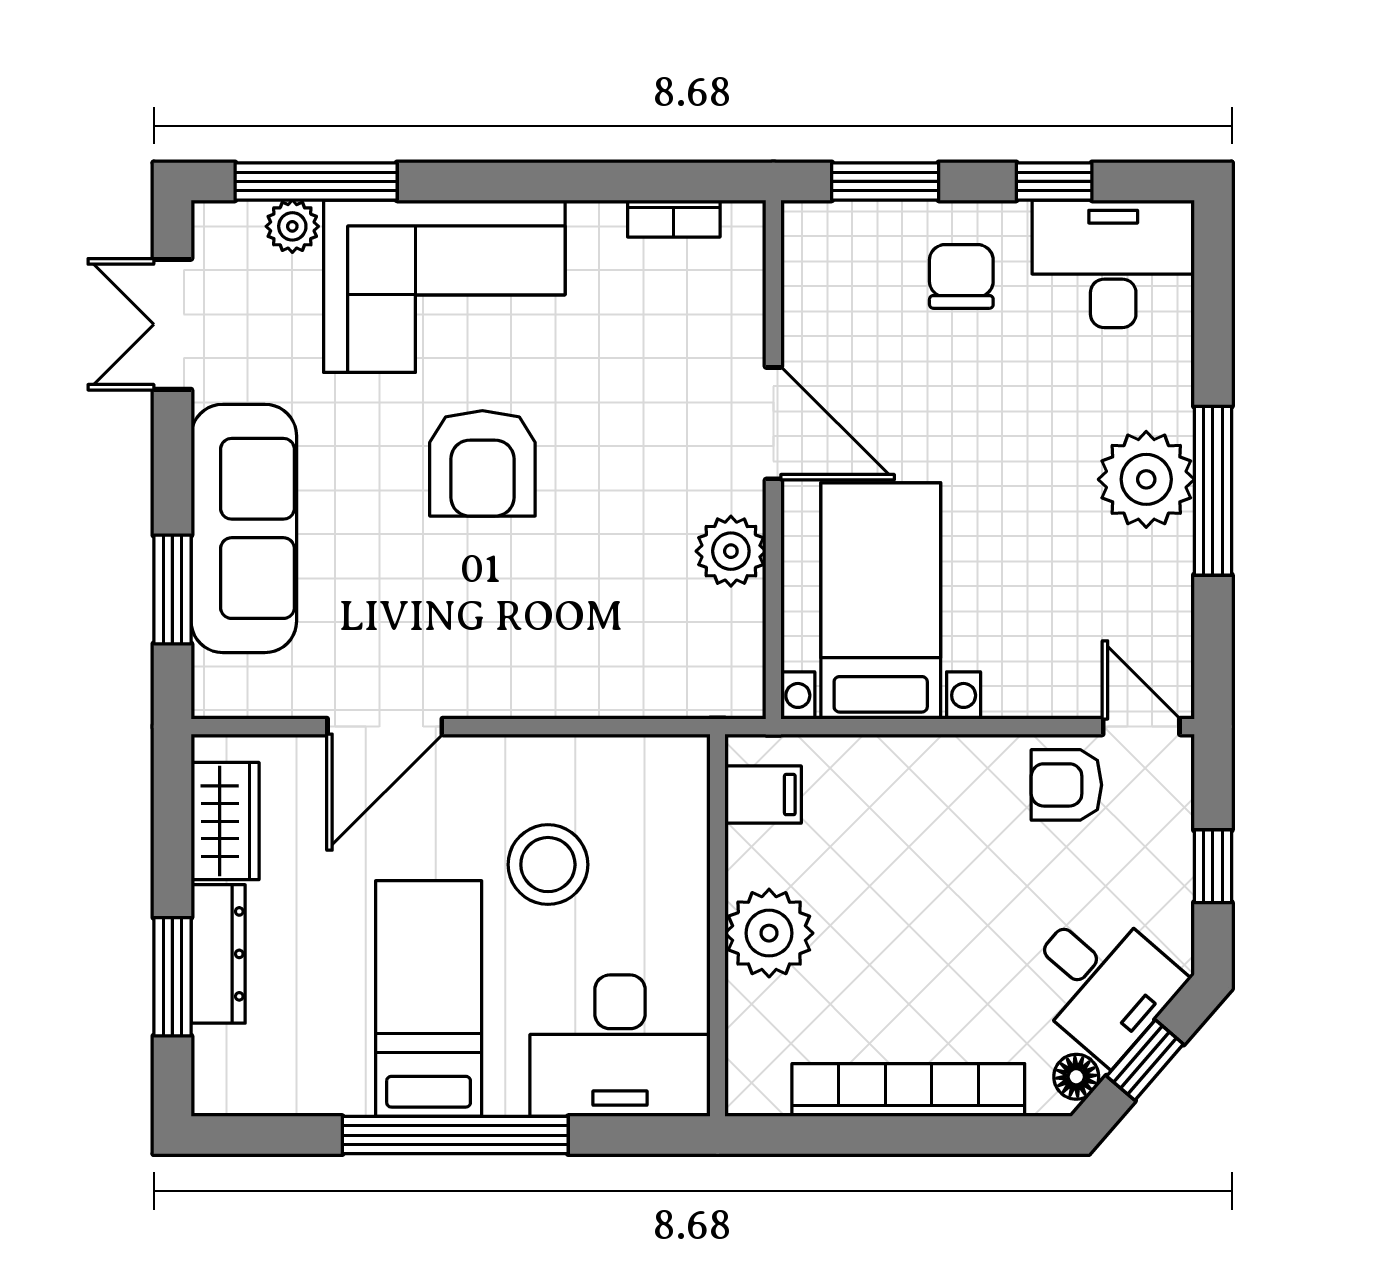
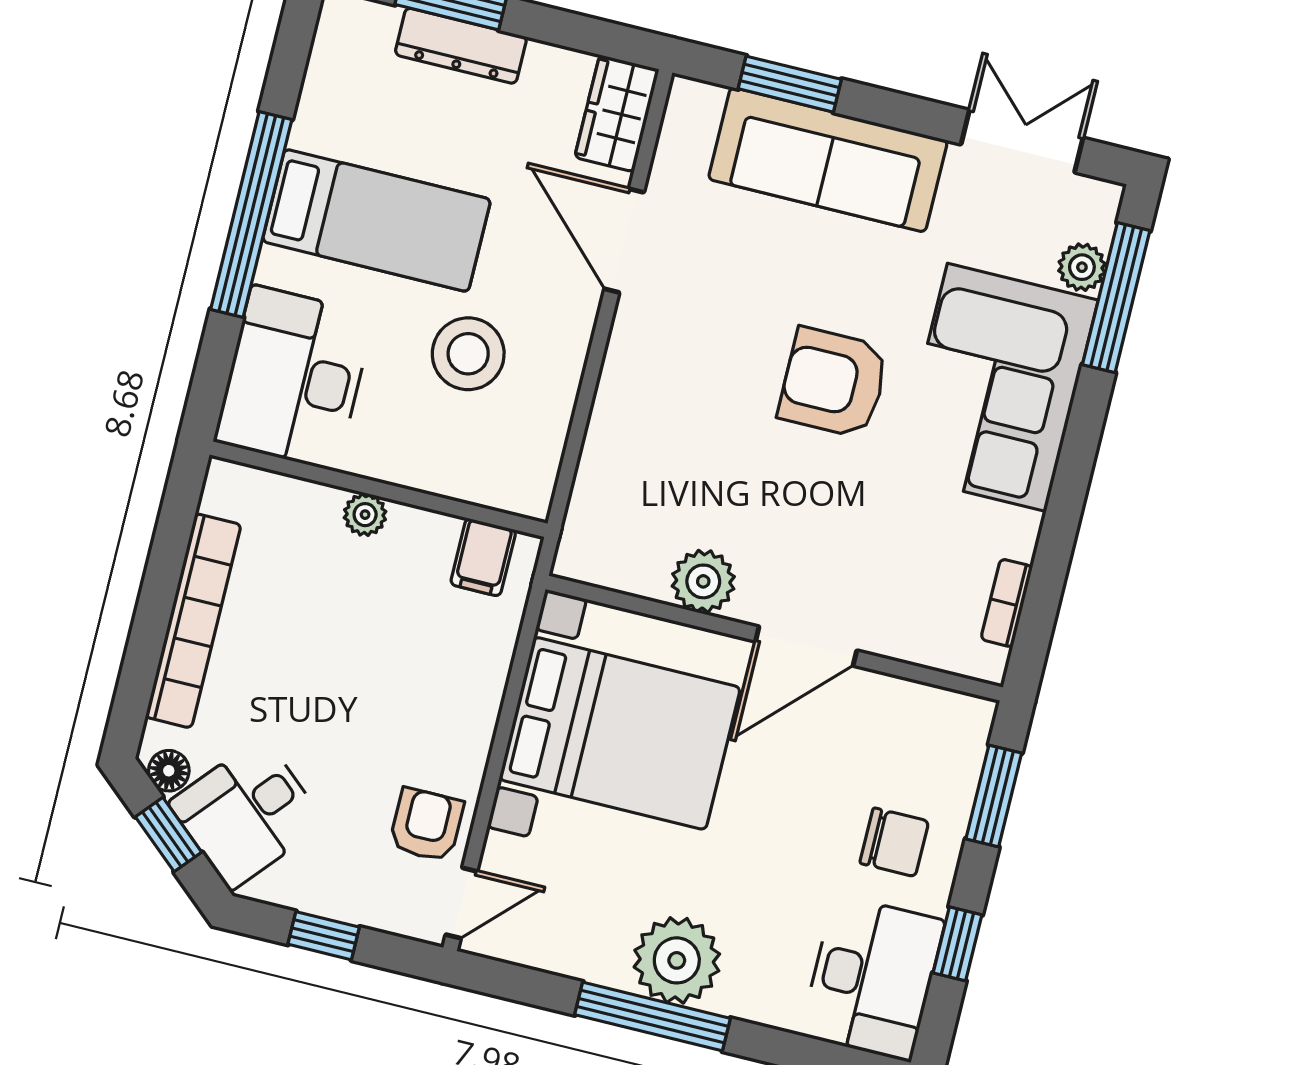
bed with nightstands: (881, 601) -> (620, 733), width x1.36
wardrobe: (225, 821) -> (617, 113), moved, turned 90
plant: (769, 933) -> (365, 515), width x0.53, depth x0.53

